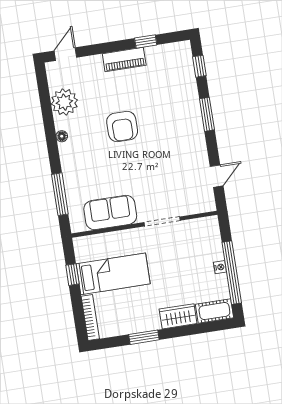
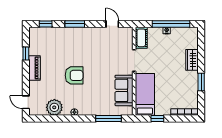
bed: (113, 274) -> (145, 94), moved
cot: (214, 311) -> (141, 38), moved

